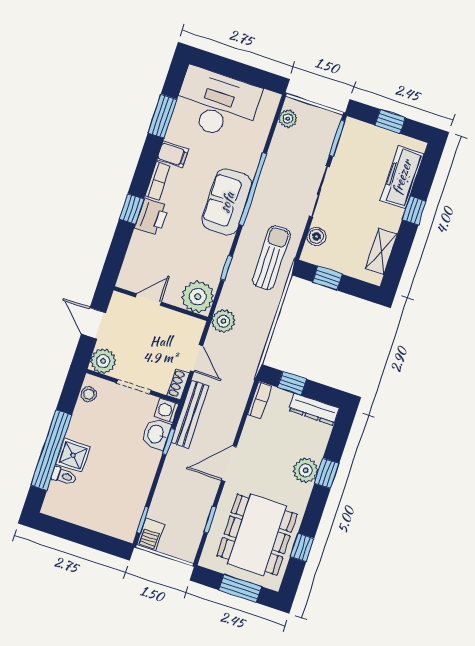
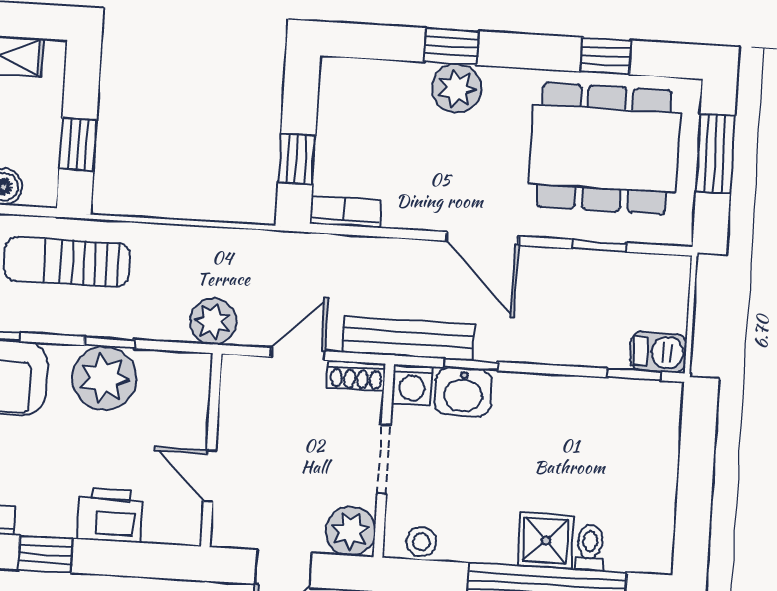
printer: (152, 217) -> (110, 515), moved
plant: (198, 297) -> (104, 378), moved
dresser: (314, 409) -> (335, 104), removed

